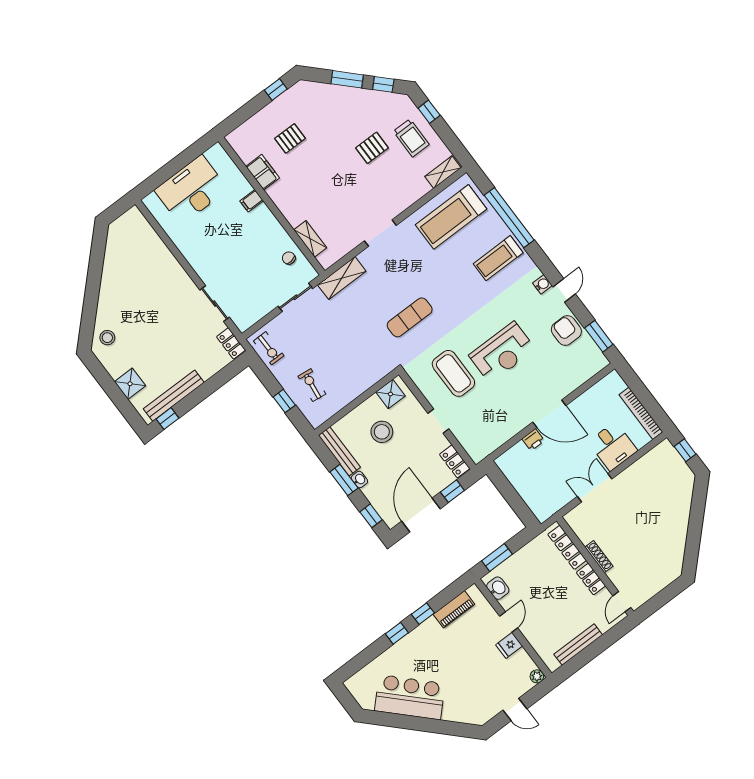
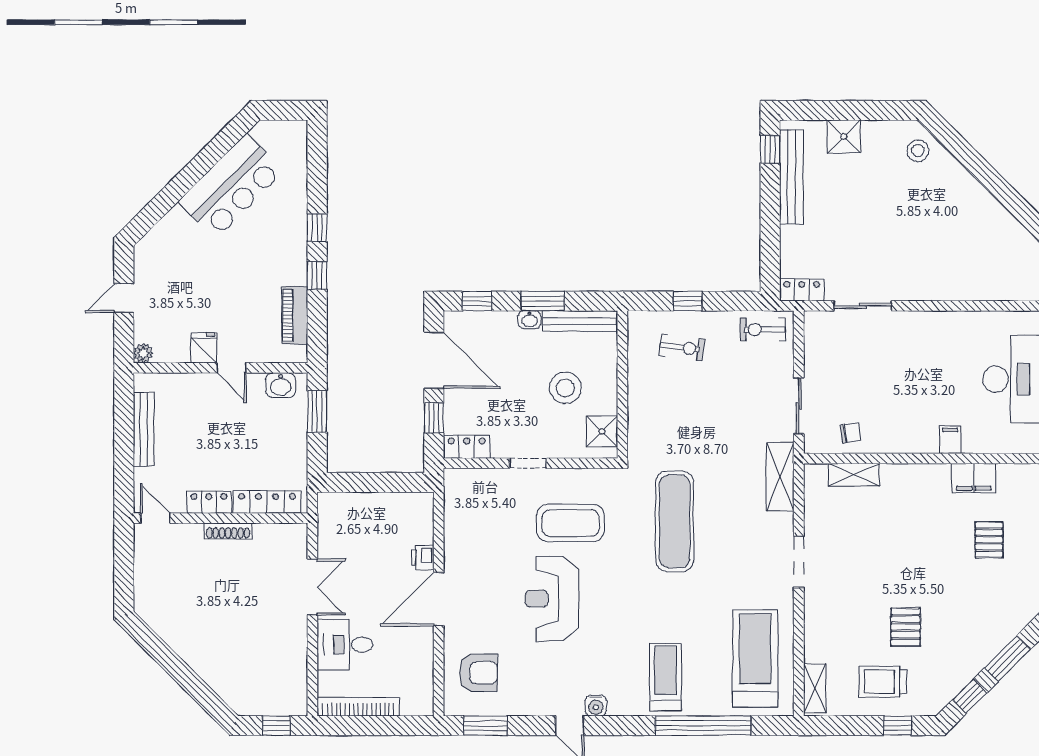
exercise mat: (410, 317) -> (675, 521), width x1.36, depth x1.45
armchair: (566, 330) -> (478, 673), moved

